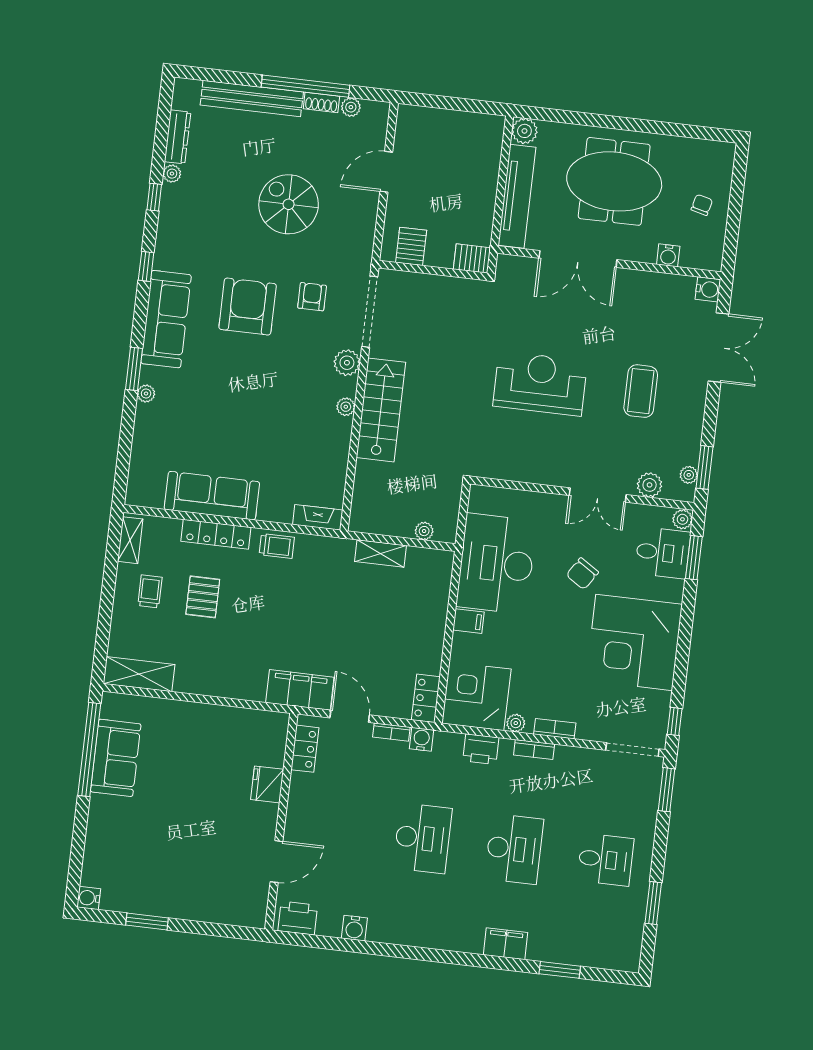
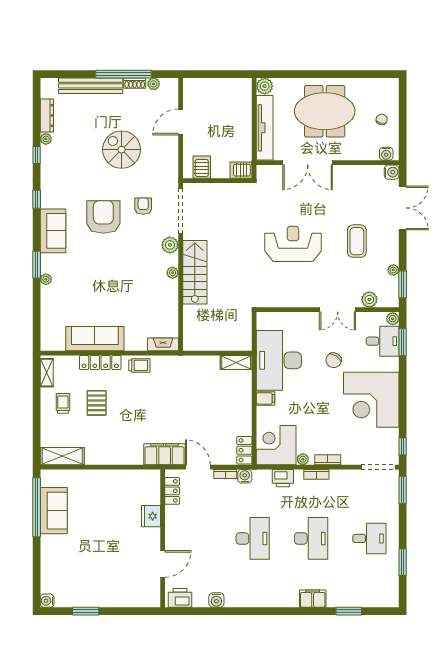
water cooler: (668, 255) -> (386, 154), moved
sofa: (166, 319) -> (53, 231), width x0.73
plant: (689, 475) -> (393, 270), moved
plant: (424, 531) -> (231, 345), removed
shelving: (380, 553) -> (236, 362), moved

